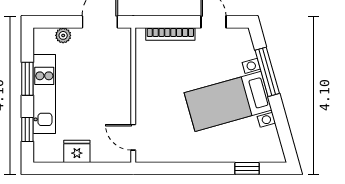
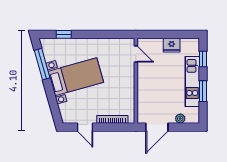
window: (267, 72) -> (42, 64), moved

